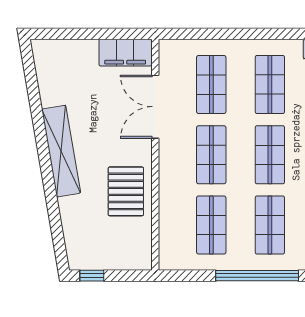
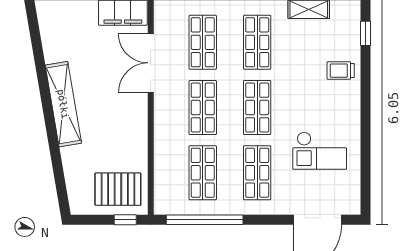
pallet: (126, 191) -> (118, 189), moved, turned 90
window: (92, 276) -> (125, 220), moved
window: (257, 276) -> (205, 220), moved

